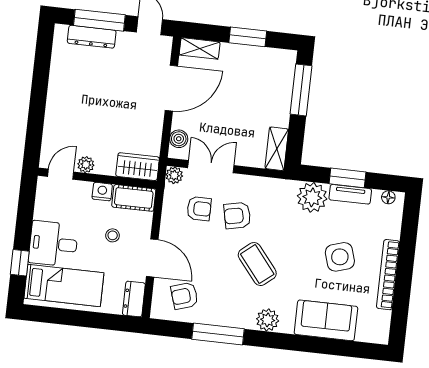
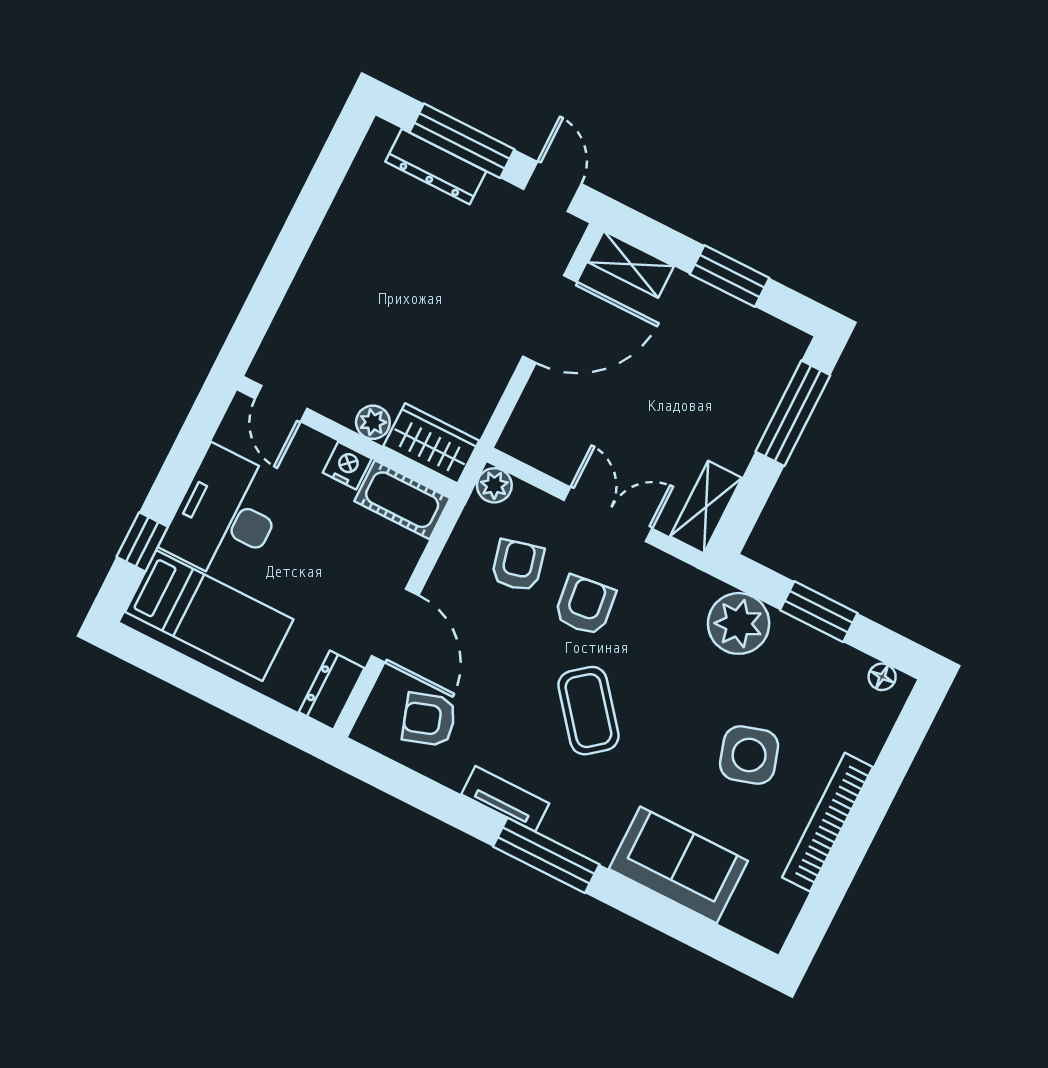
boiler: (179, 139) -> (528, 420), removed
plant: (86, 165) -> (373, 422), moved
double door: (211, 167) -> (608, 514), moved
door: (61, 174) -> (281, 404), swing flipped
tv unit: (350, 194) -> (505, 799), moved, turned 180
armchair: (199, 209) -> (518, 565), turned -104
armchair: (237, 216) -> (585, 605), turned 95
stool: (113, 235) -> (336, 555), removed
desk: (53, 244) -> (226, 515), width x1.37
plant: (268, 320) -> (569, 823), removed
window: (218, 334) -> (546, 855), moved

